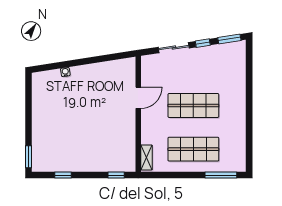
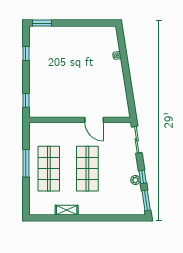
sliding door: (174, 48) -> (137, 140), moved
plant: (206, 51) -> (135, 180), added
shelving: (146, 157) -> (67, 210), moved
window: (221, 175) -> (26, 163), moved

